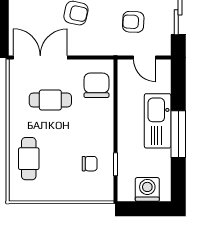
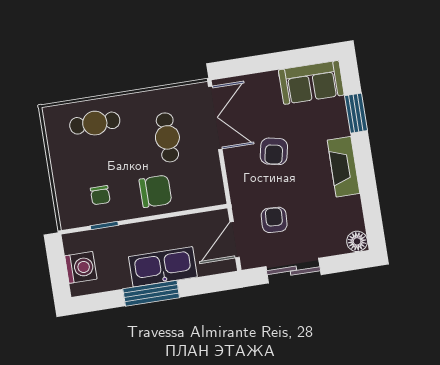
door: (145, 57) -> (235, 240), width x1.38
chair: (96, 85) -> (155, 191), moved

